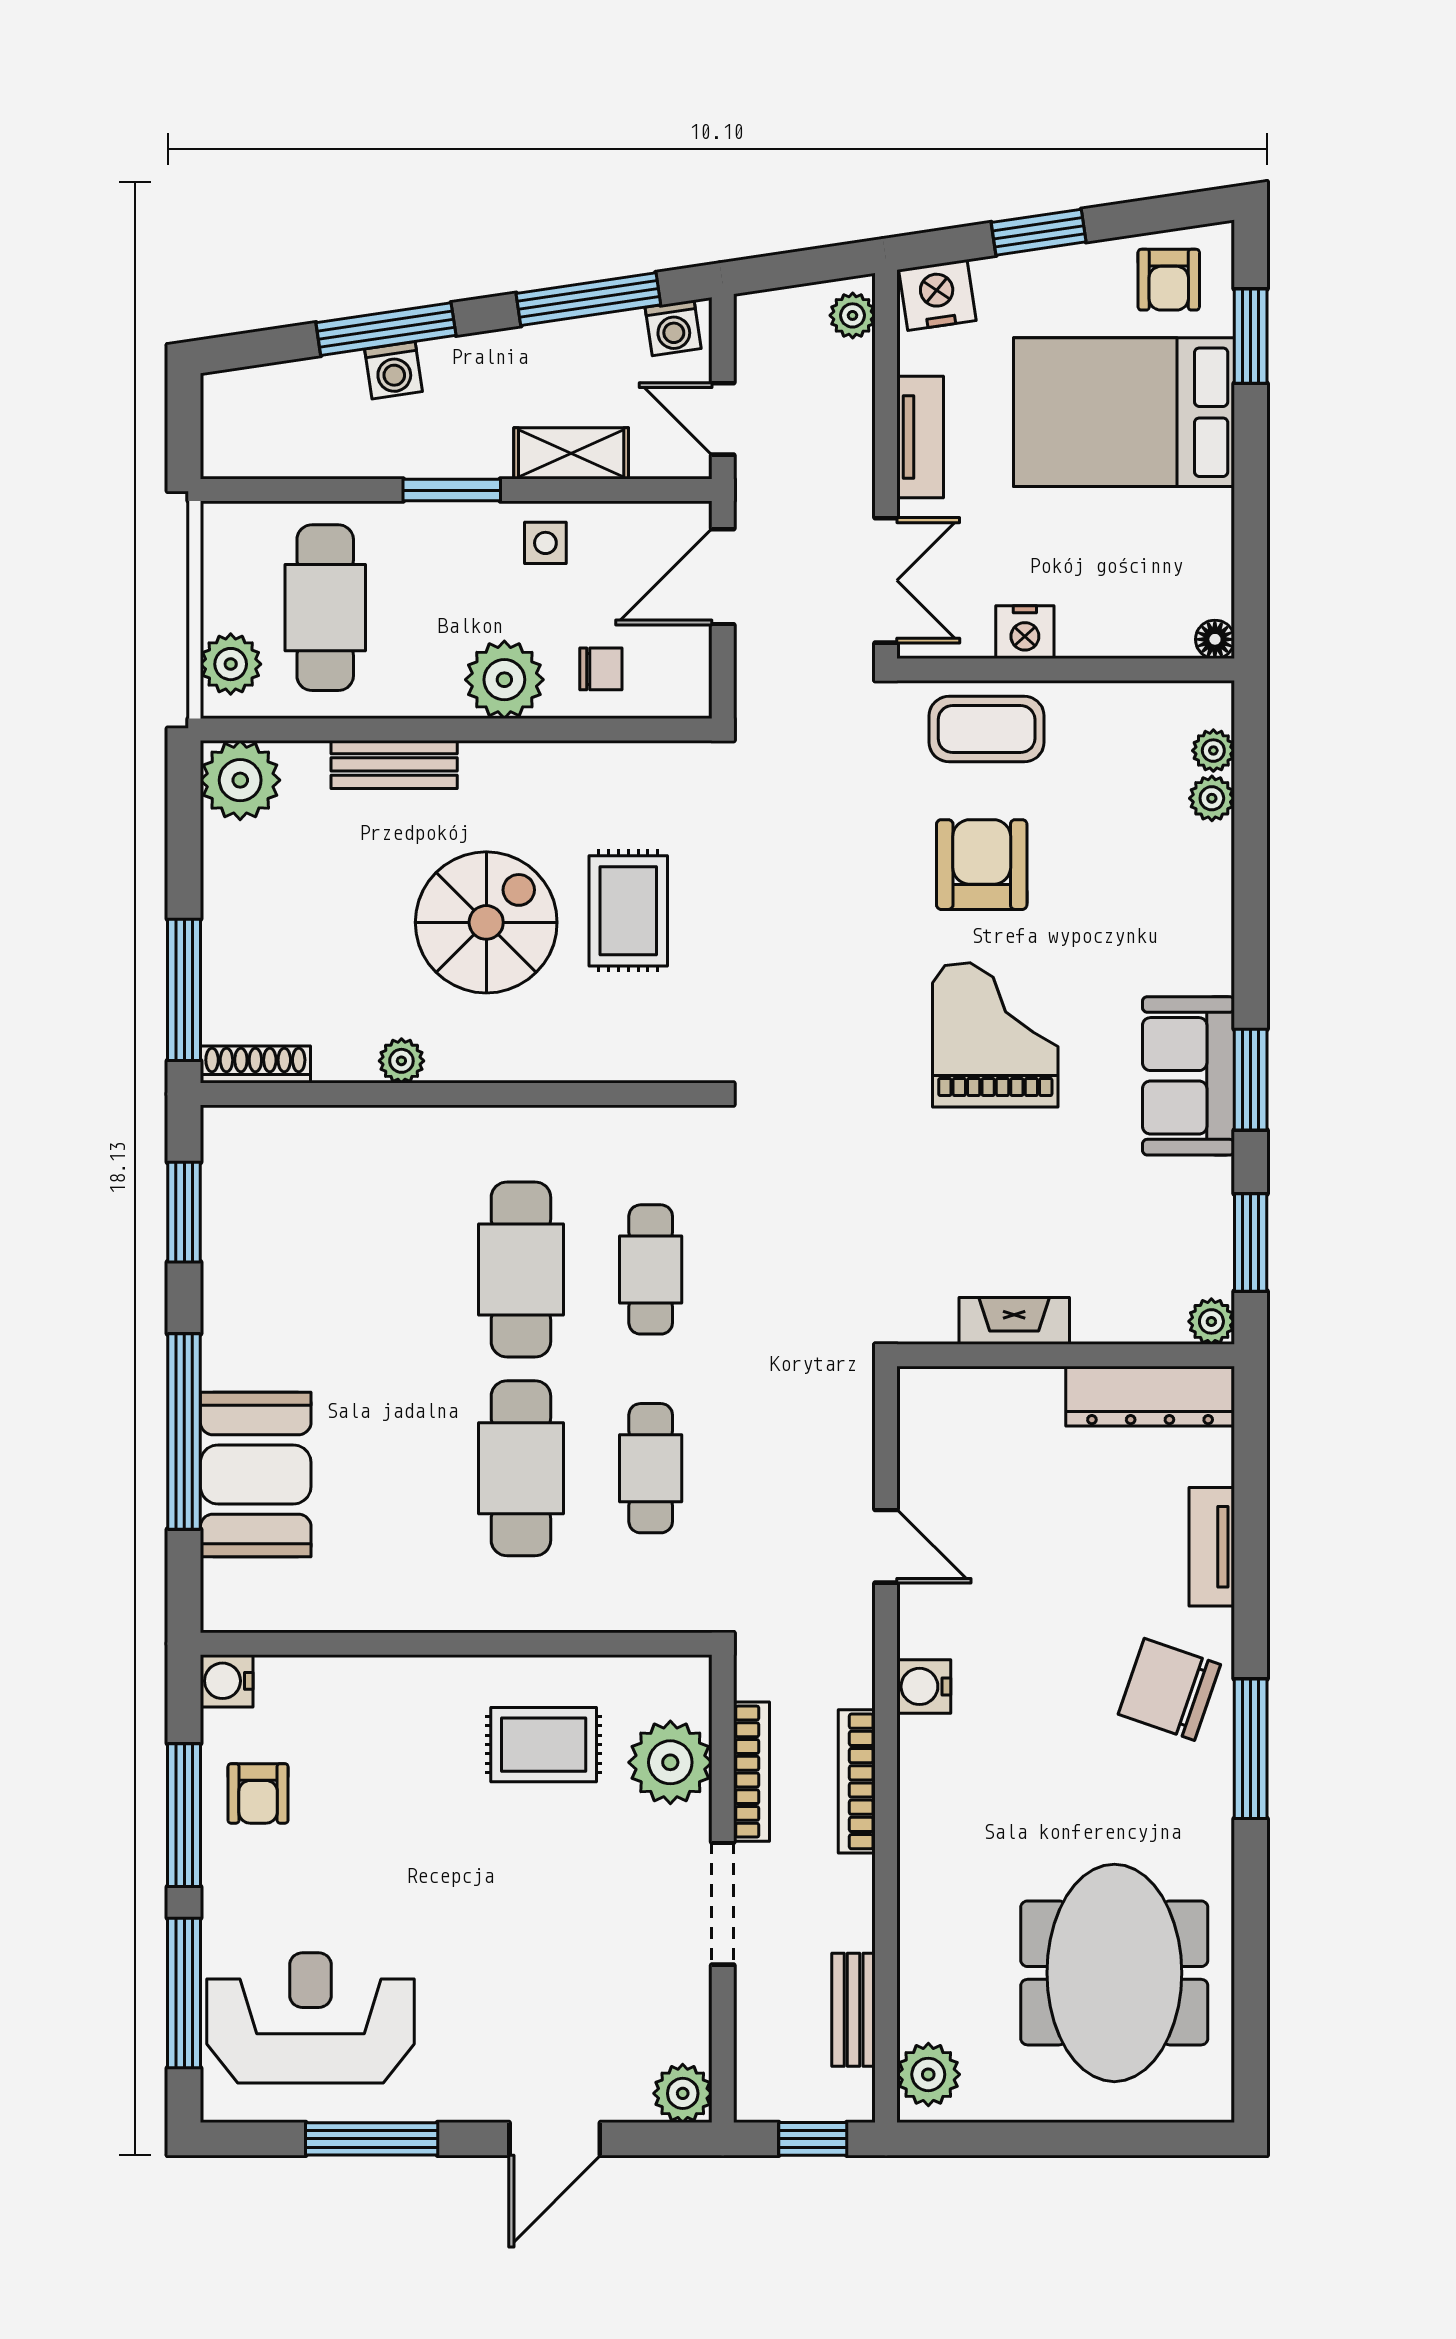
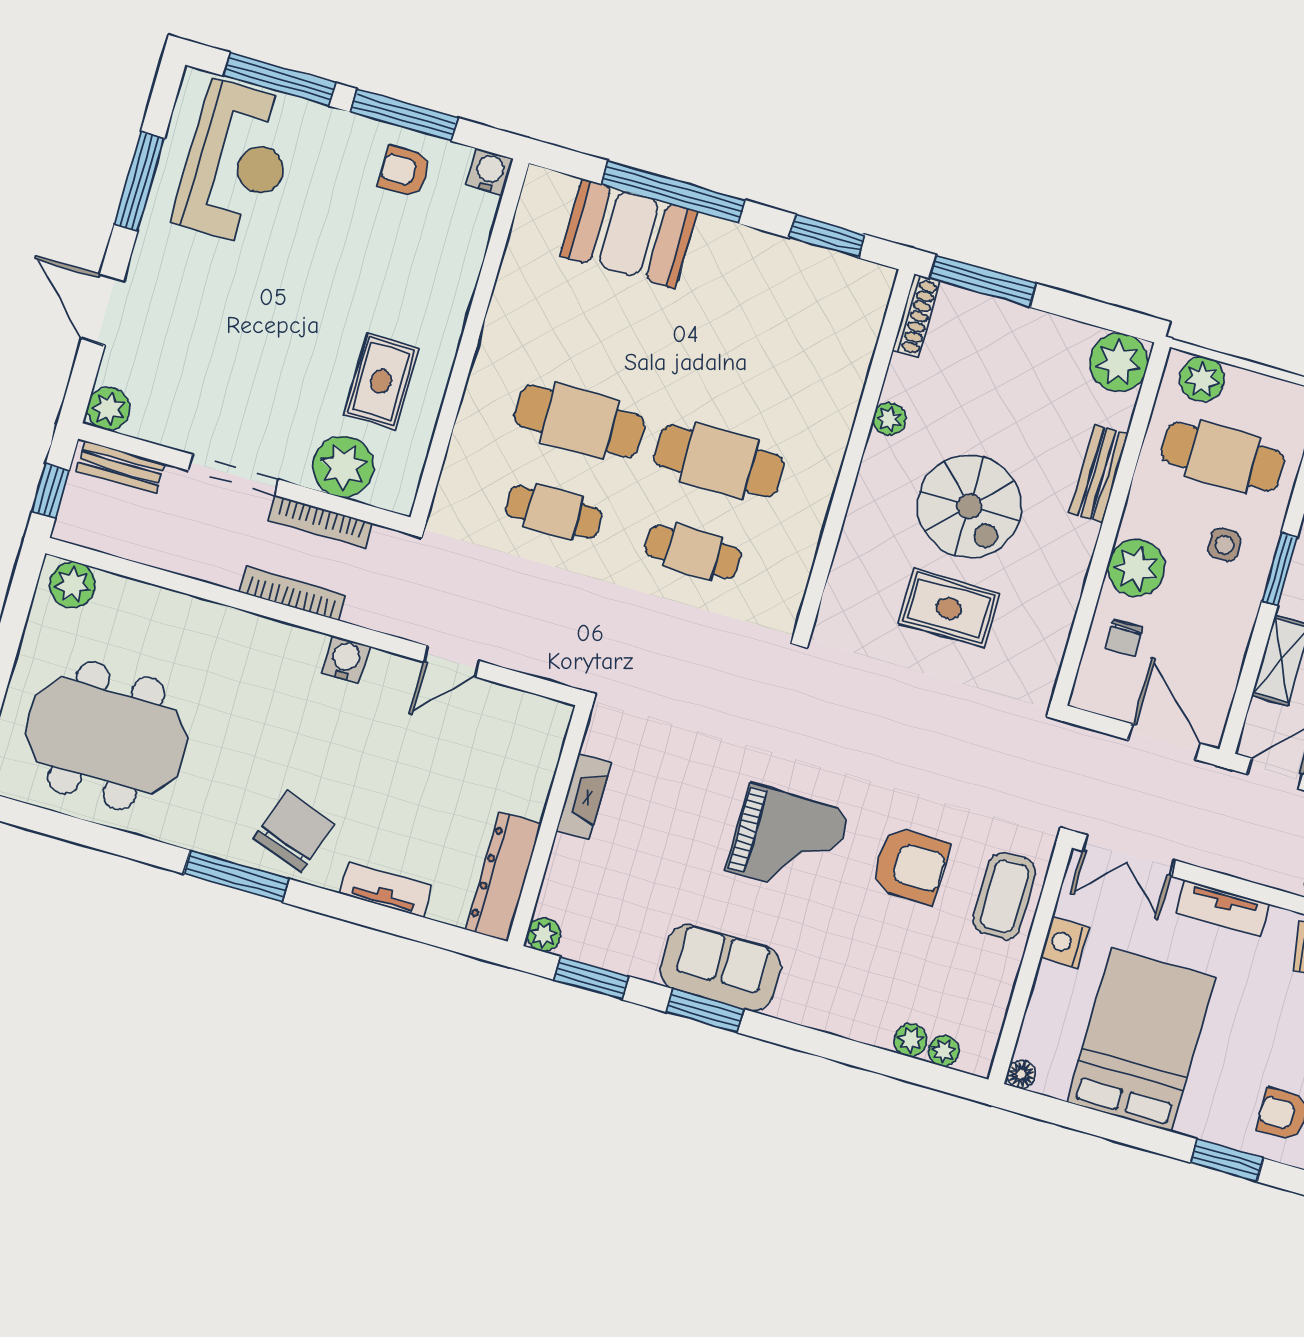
bed: (1124, 412) -> (1141, 1040), moved
side table: (545, 543) -> (1224, 545), moved
bench: (854, 2010) -> (120, 467), moved

